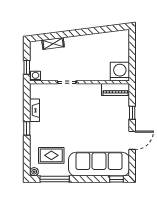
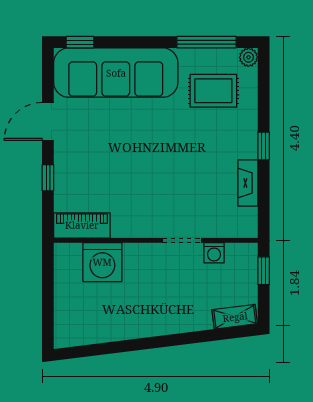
shelving: (53, 43) -> (235, 317), moved
washing machine: (120, 72) -> (102, 262), moved
washing machine: (36, 76) -> (214, 253), moved

